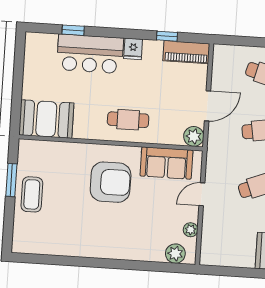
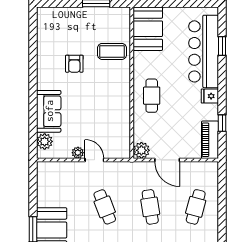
bar counter: (90, 54) -> (204, 51), width x1.36
sofa: (166, 163) -> (49, 111), moved, turned 180
armchair: (111, 182) -> (74, 64), moved, width x0.53, depth x0.53
coffee table: (32, 194) -> (112, 51), moved
plant: (191, 230) -> (78, 153), moved

